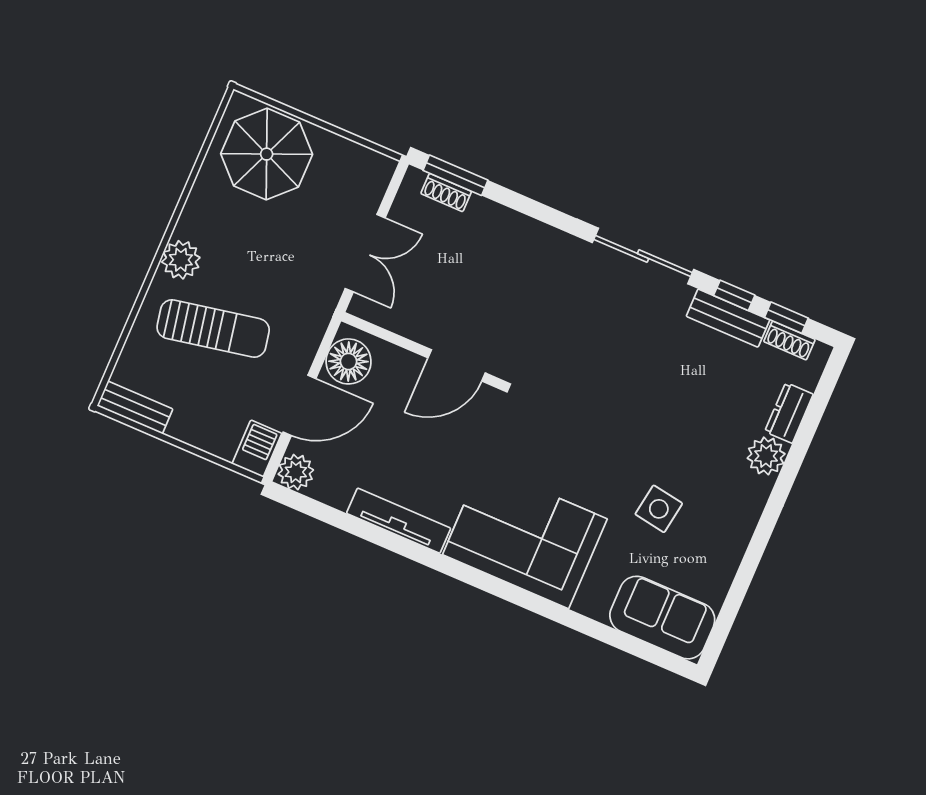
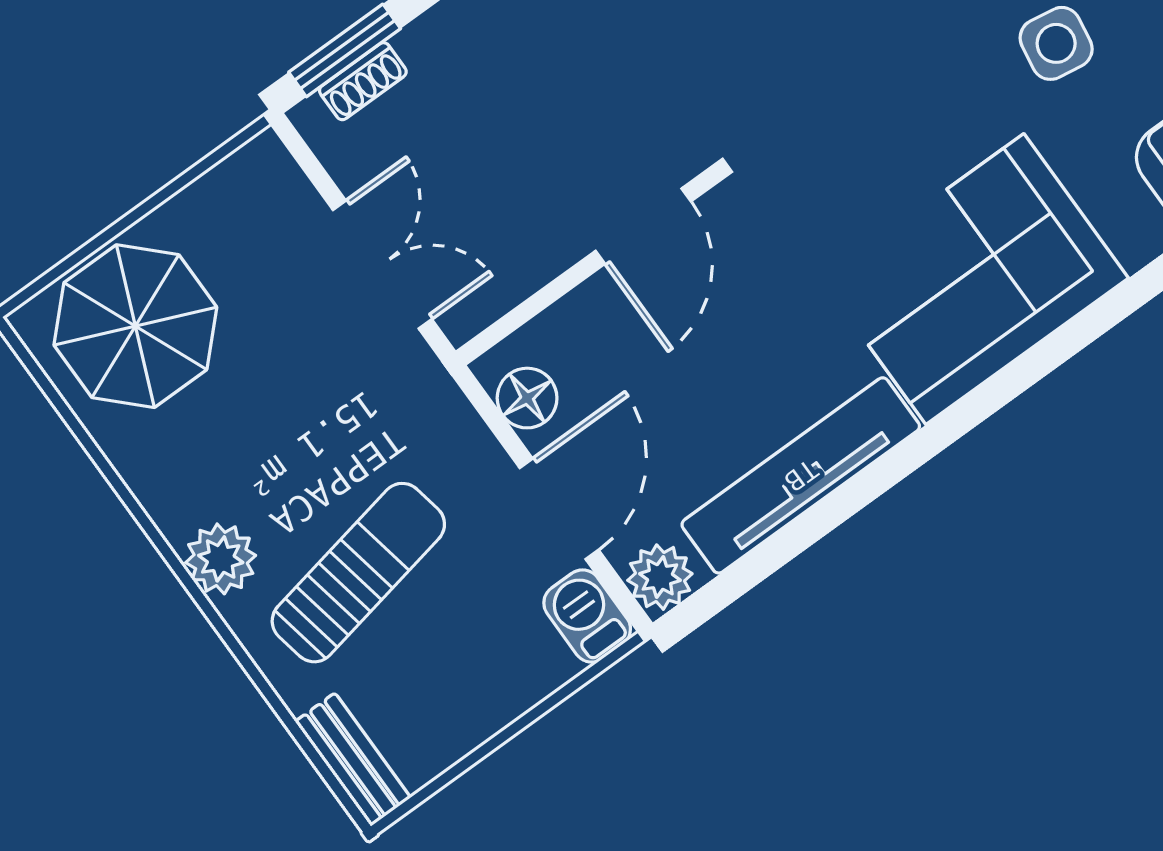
floor lamp: (348, 361) -> (527, 398), width x0.73, depth x0.73
bench: (135, 407) -> (353, 760), moved, turned 90
tv unit: (399, 521) -> (801, 475), width x1.36, depth x1.29

